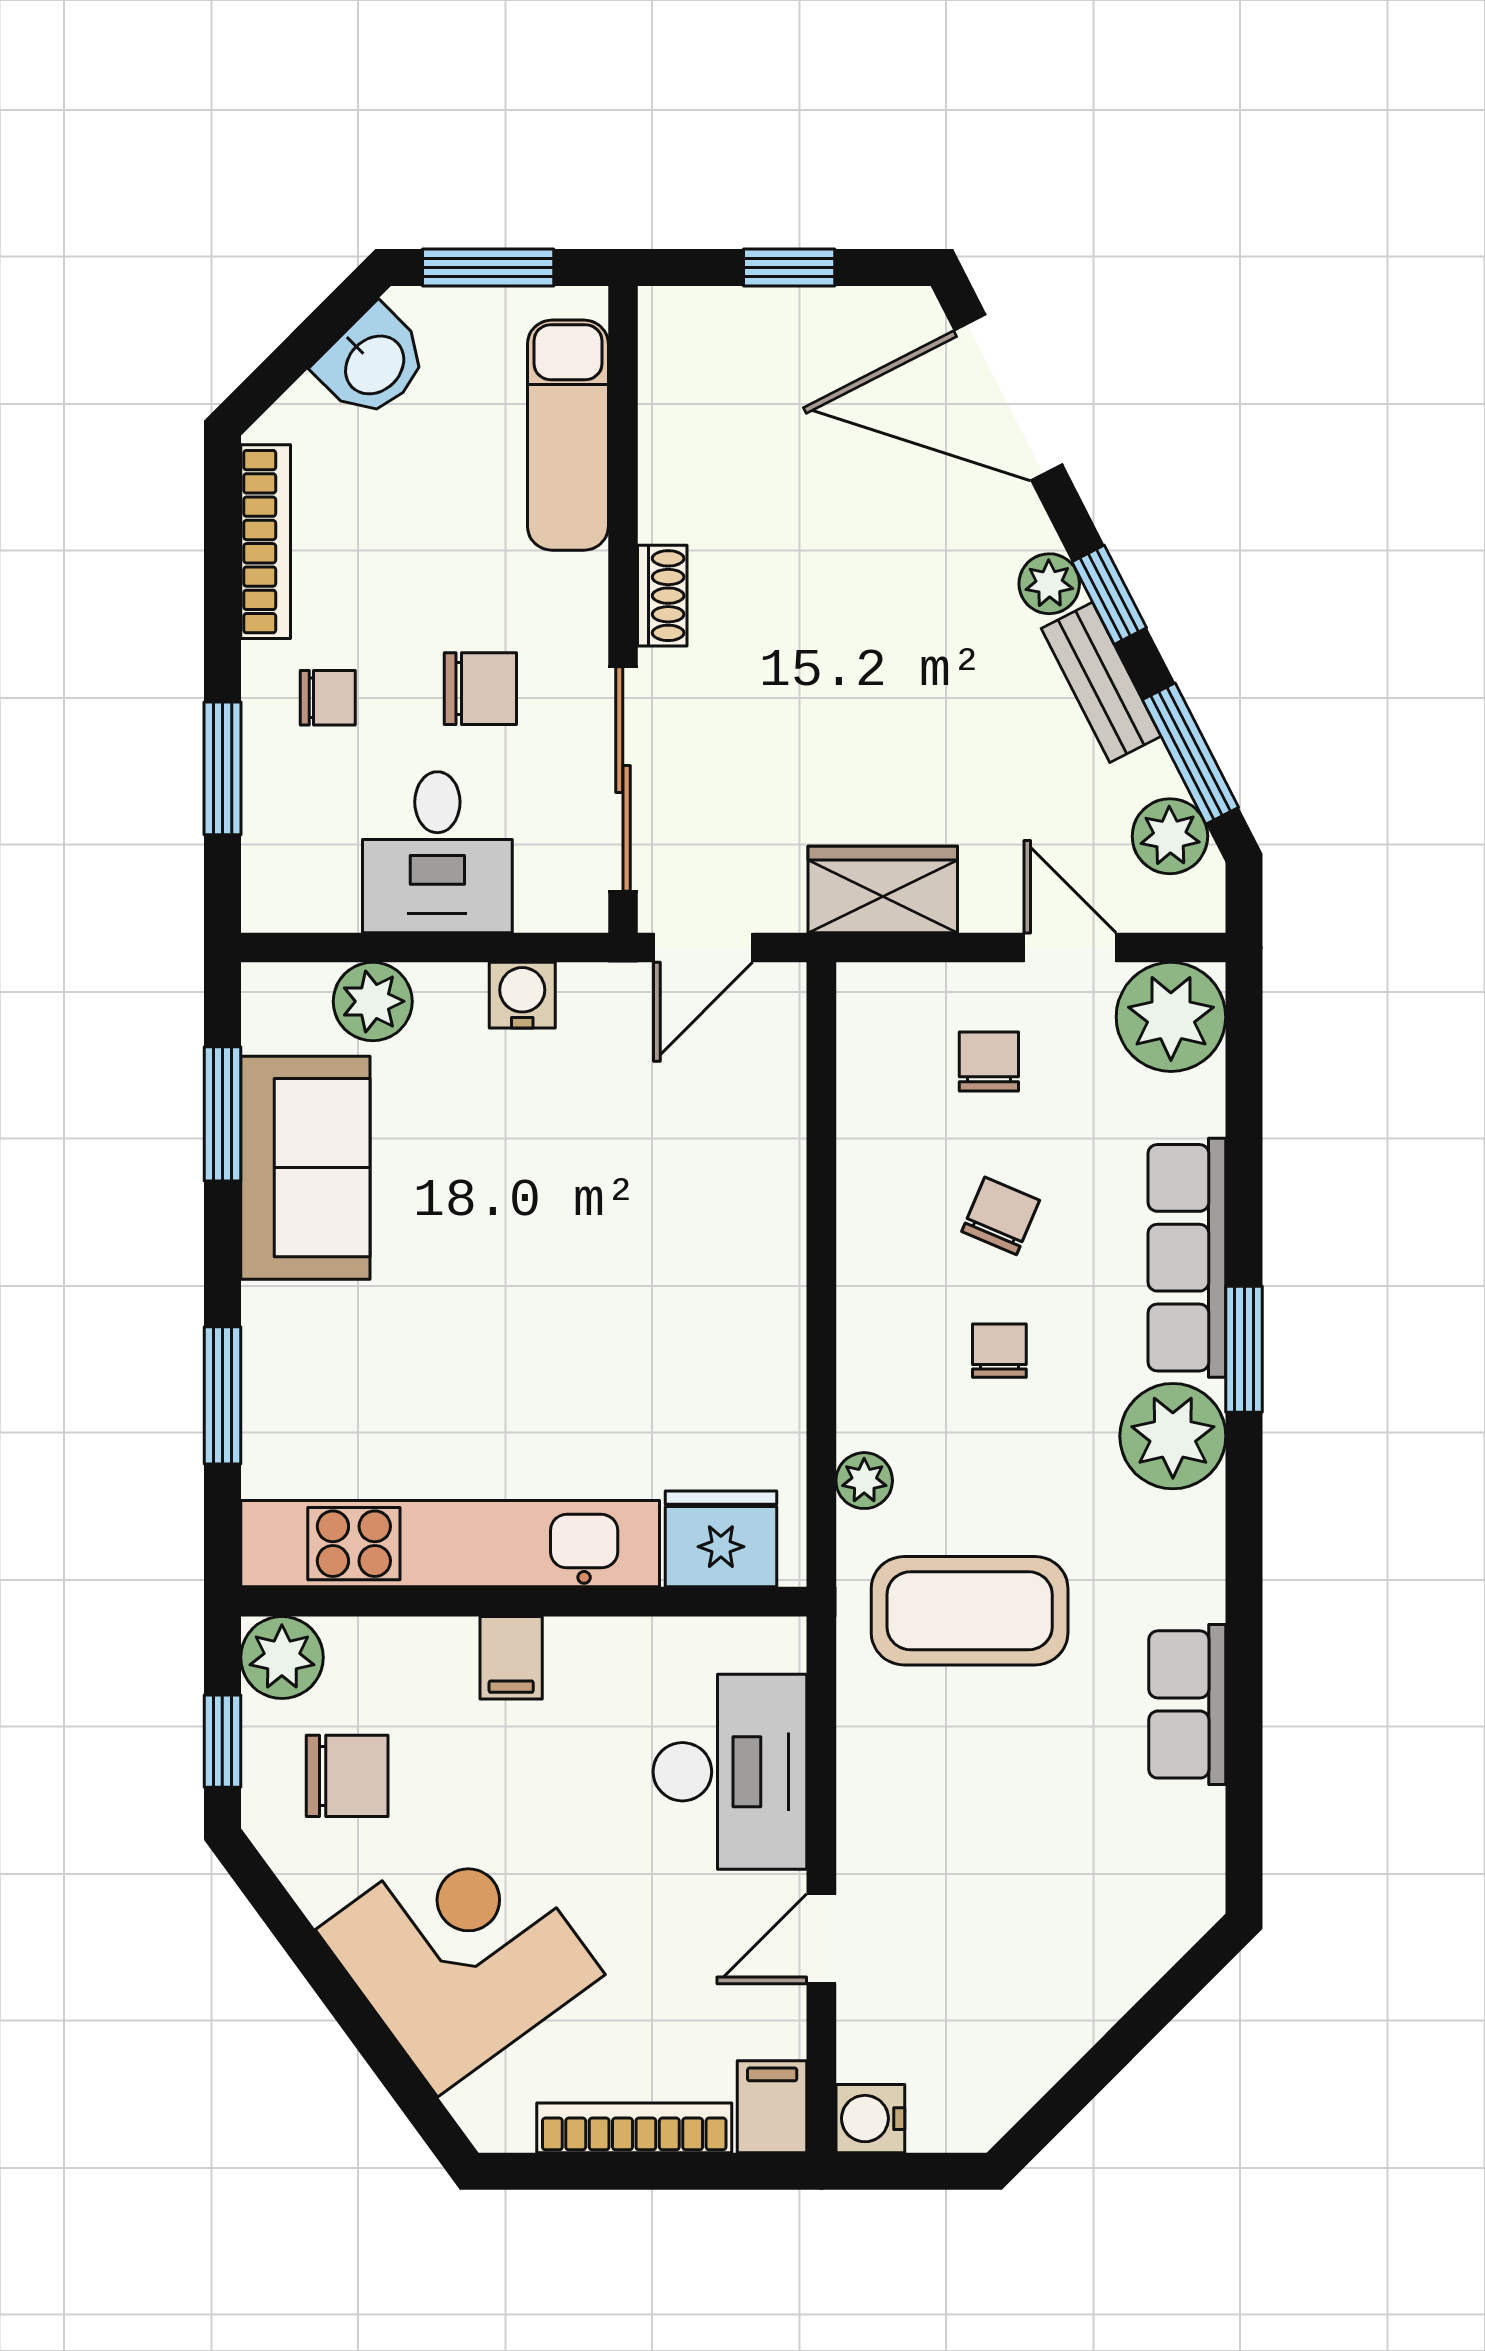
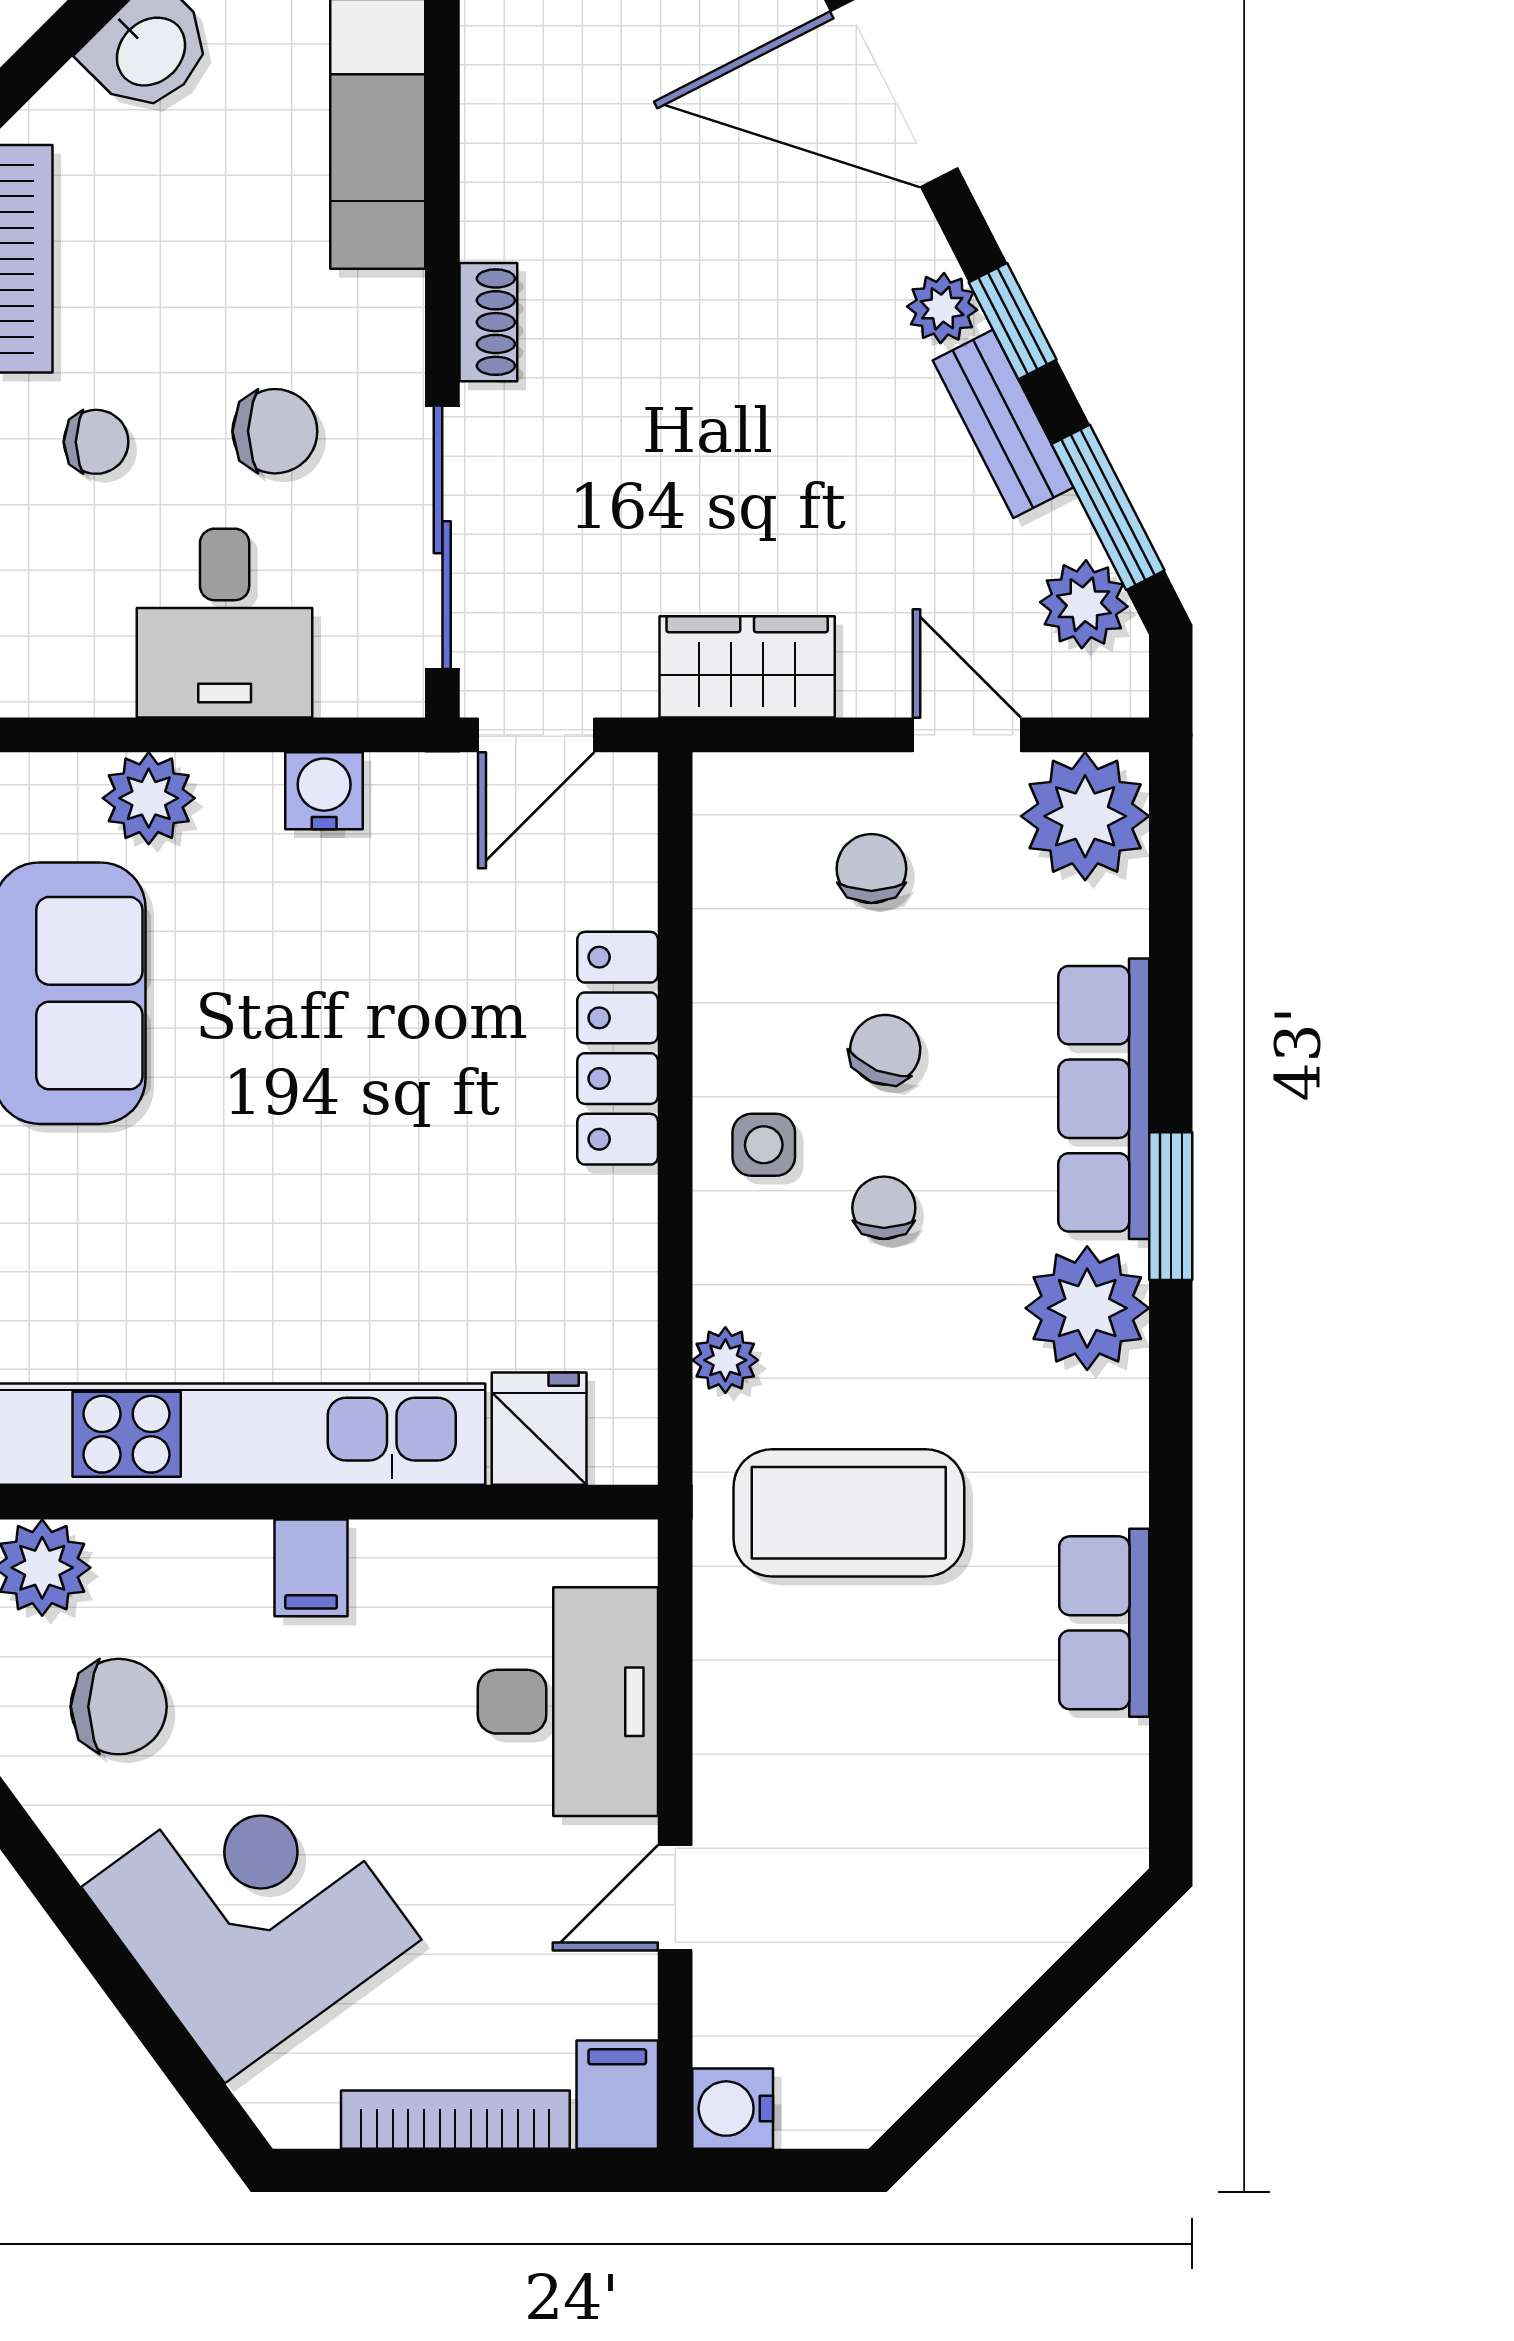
locker: (772, 1215) -> (618, 1048), added
side table: (897, 1297) -> (764, 1145), added
fridge: (721, 1539) -> (539, 1429), width x0.72

